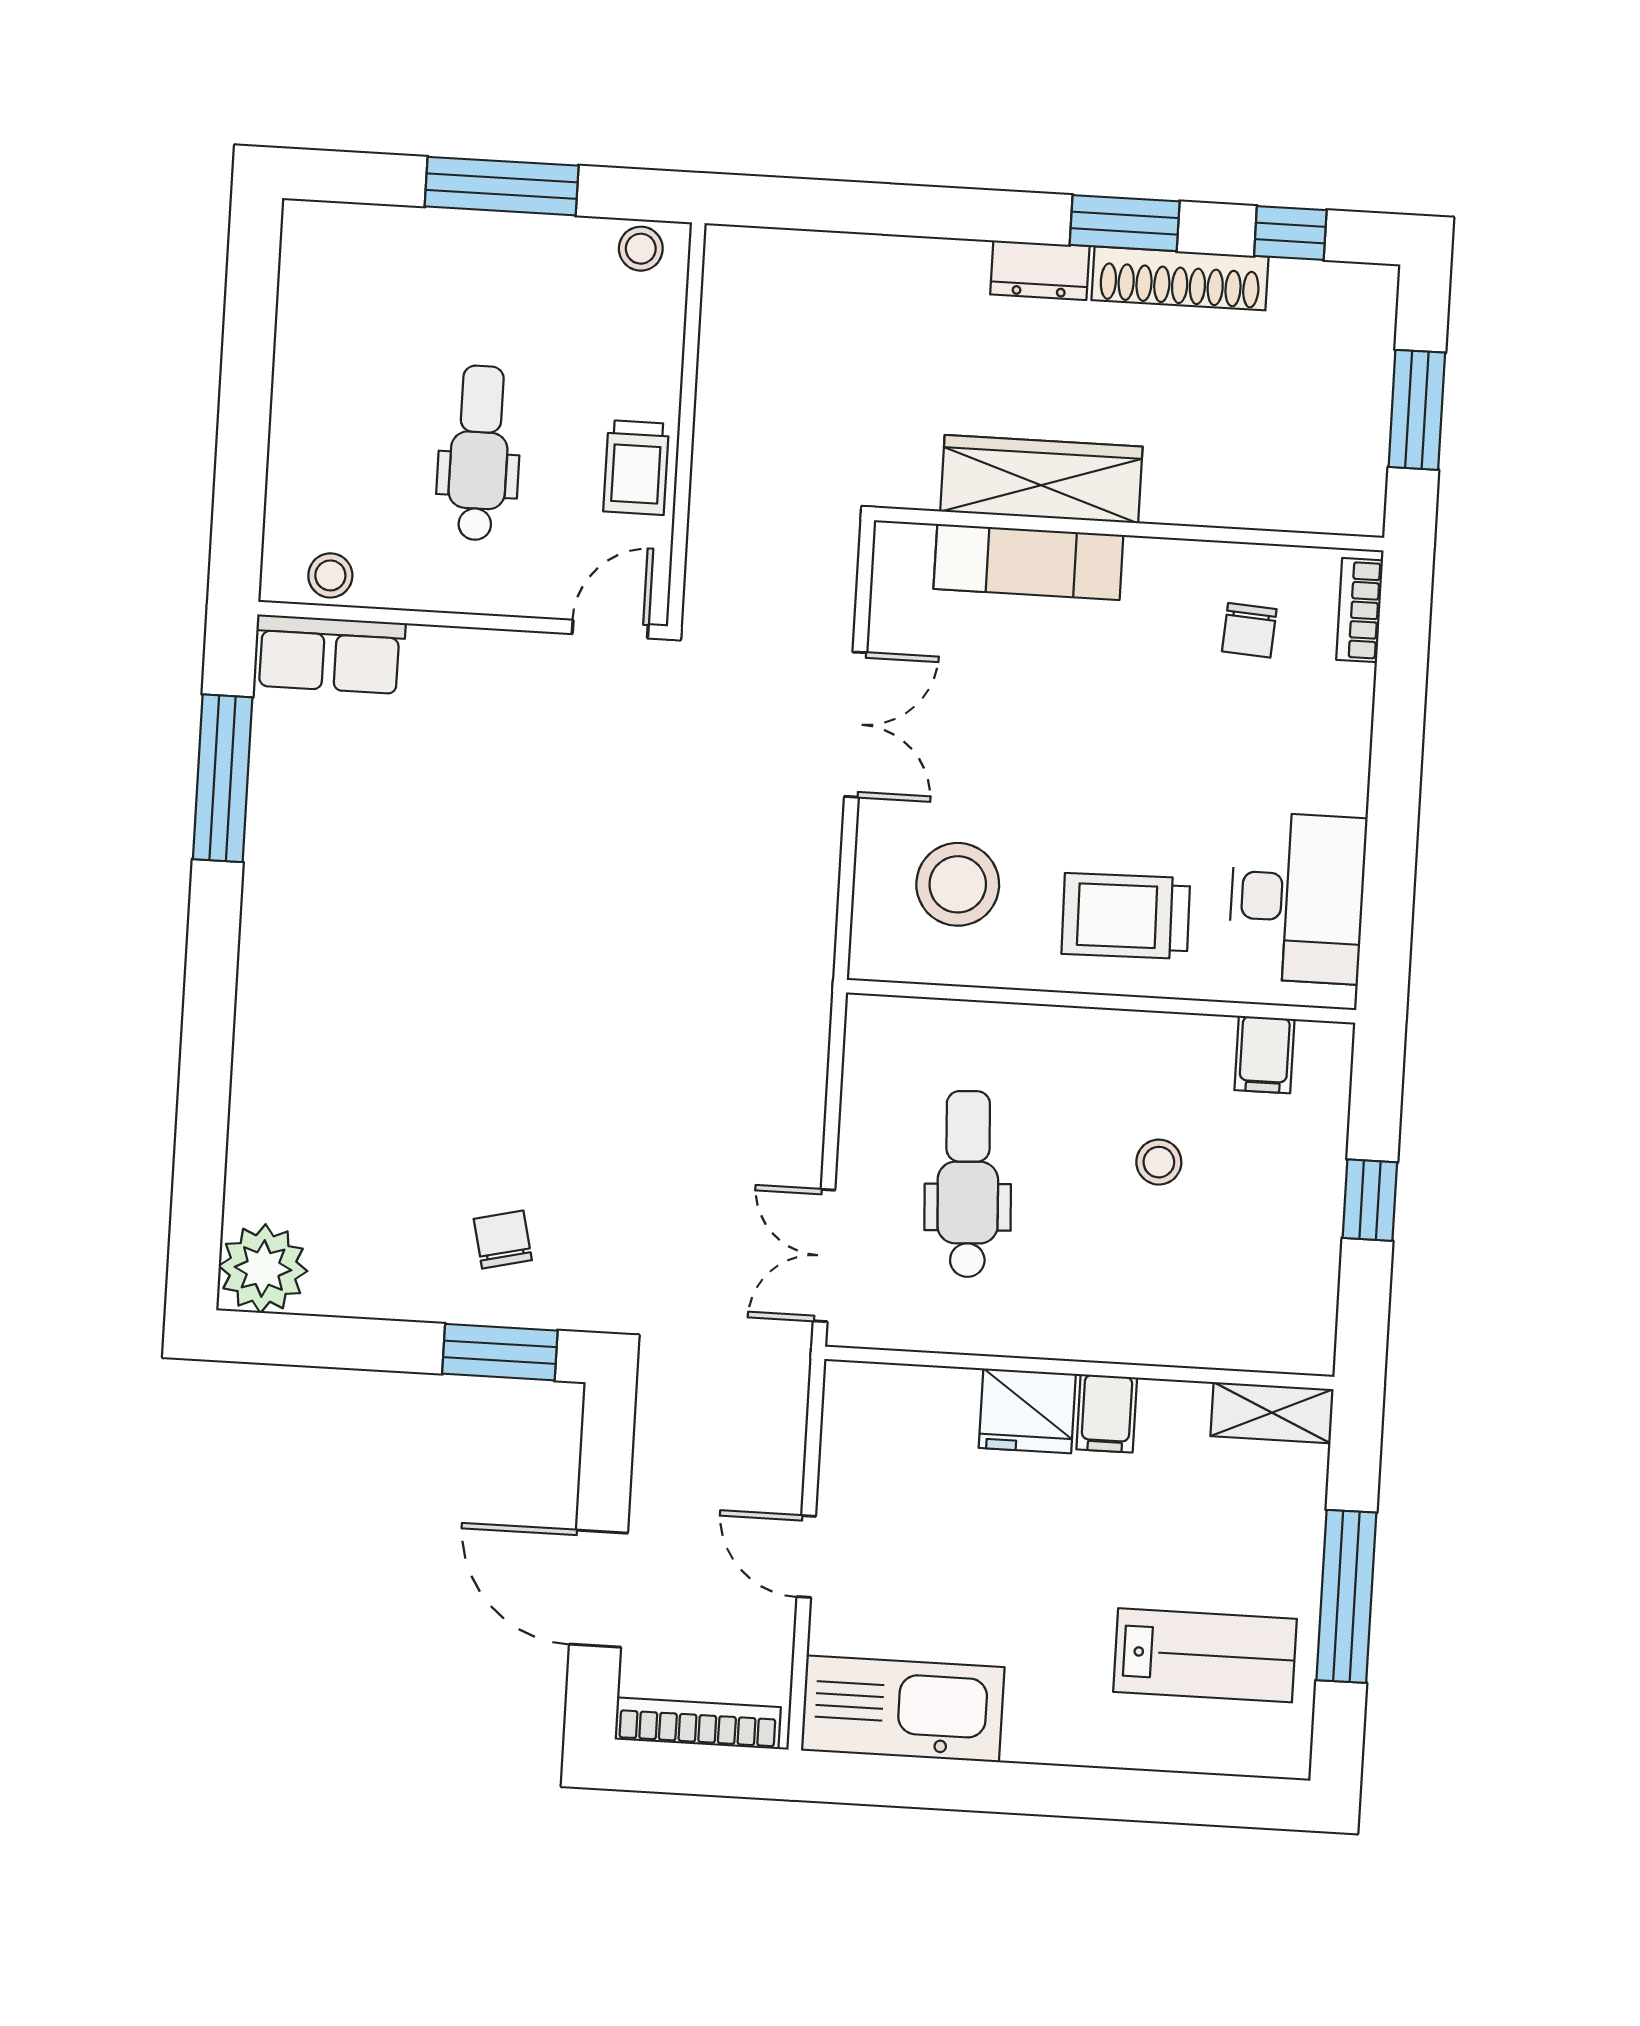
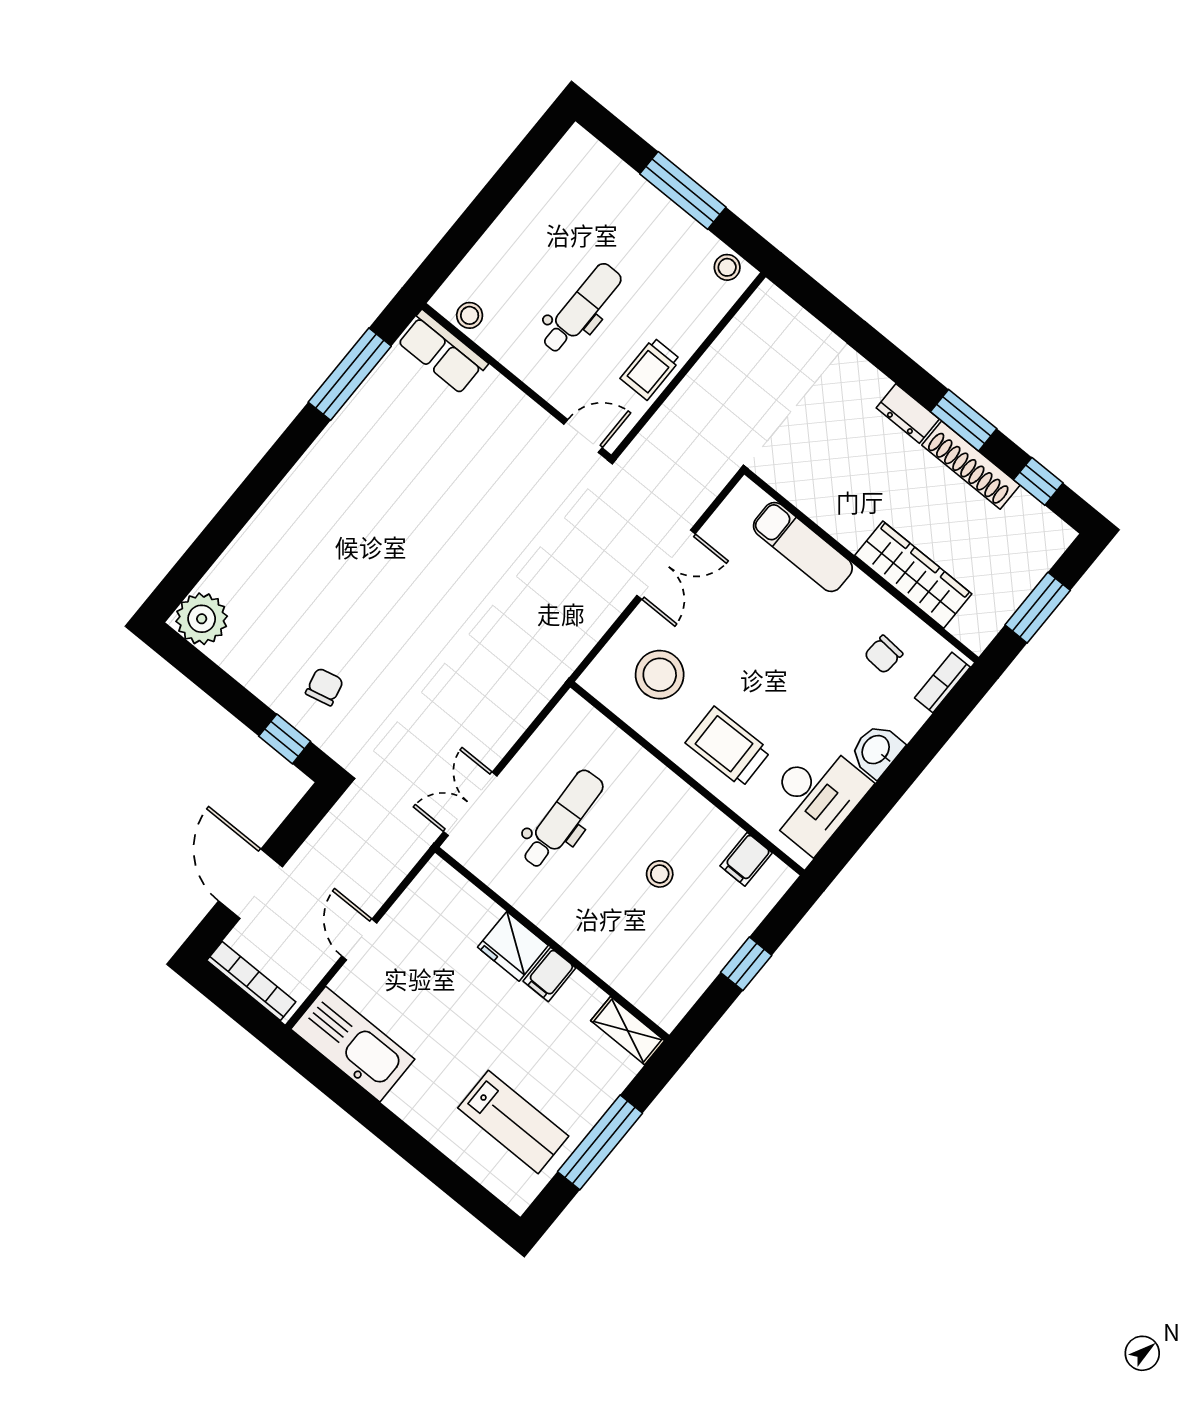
wardrobe: (1041, 479) -> (913, 575), moved
washbasin: (1336, 771) -> (877, 750), added
window: (500, 1352) -> (285, 739), width x0.67

